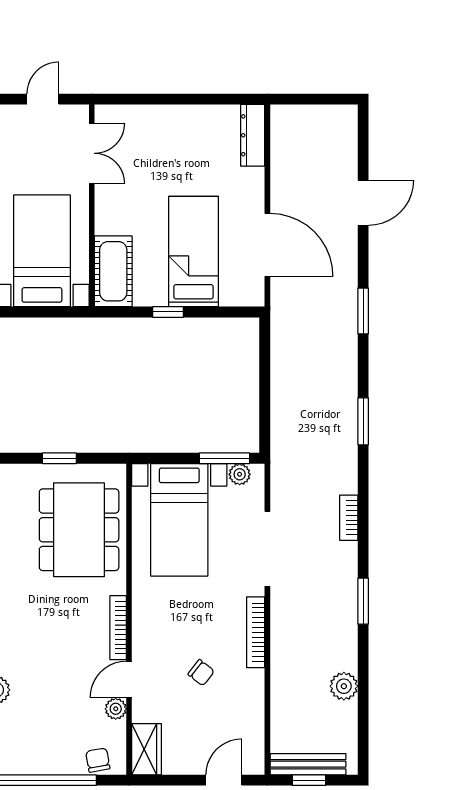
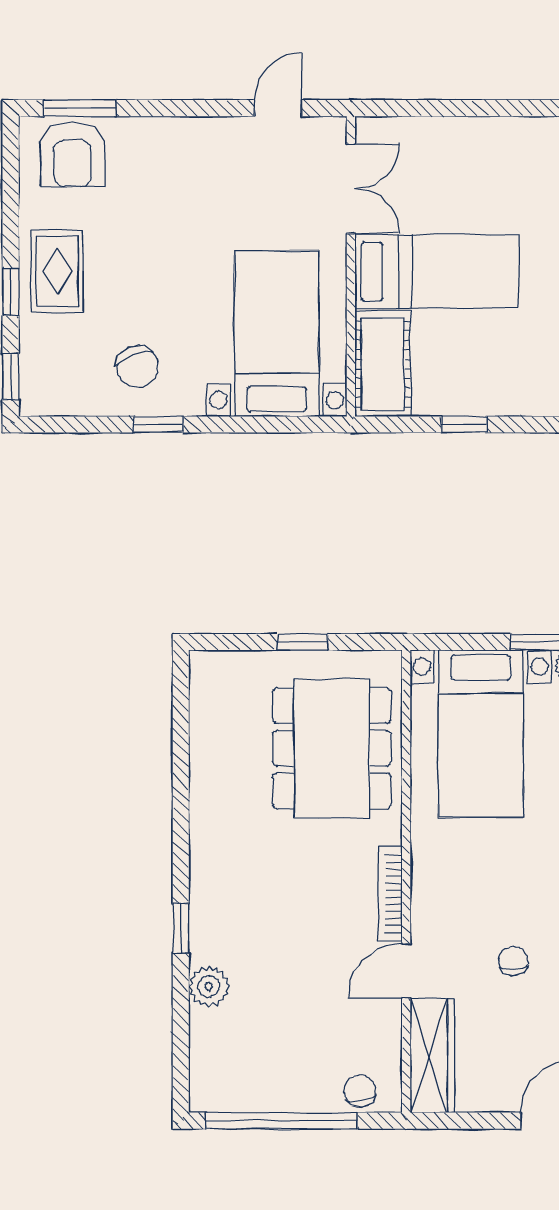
bed: (193, 252) -> (437, 272), moved, turned 90
chair: (201, 673) -> (513, 961), turned -128
plant: (116, 709) -> (386, 1015), removed
wardrobe: (147, 749) -> (432, 1056), width x1.50

